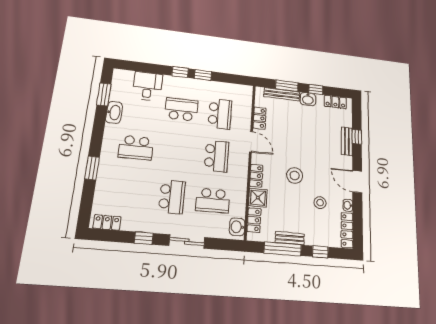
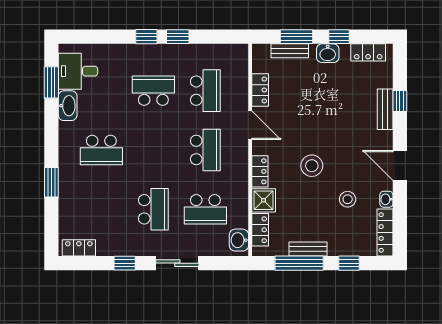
desk: (147, 86) -> (78, 71), moved, turned -90
bench: (282, 94) -> (290, 51), width x0.73

